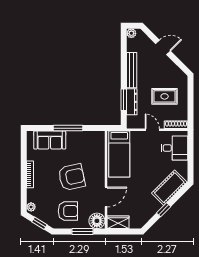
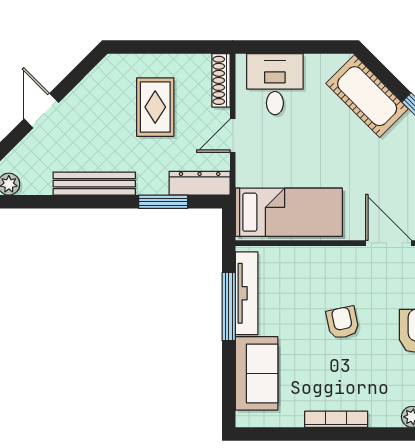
dresser: (132, 102) -> (200, 183), moved
window: (68, 128) -> (229, 307), moved
tv unit: (84, 136) -> (247, 293), added
armchair: (72, 177) -> (343, 323), width x0.53, depth x0.53

